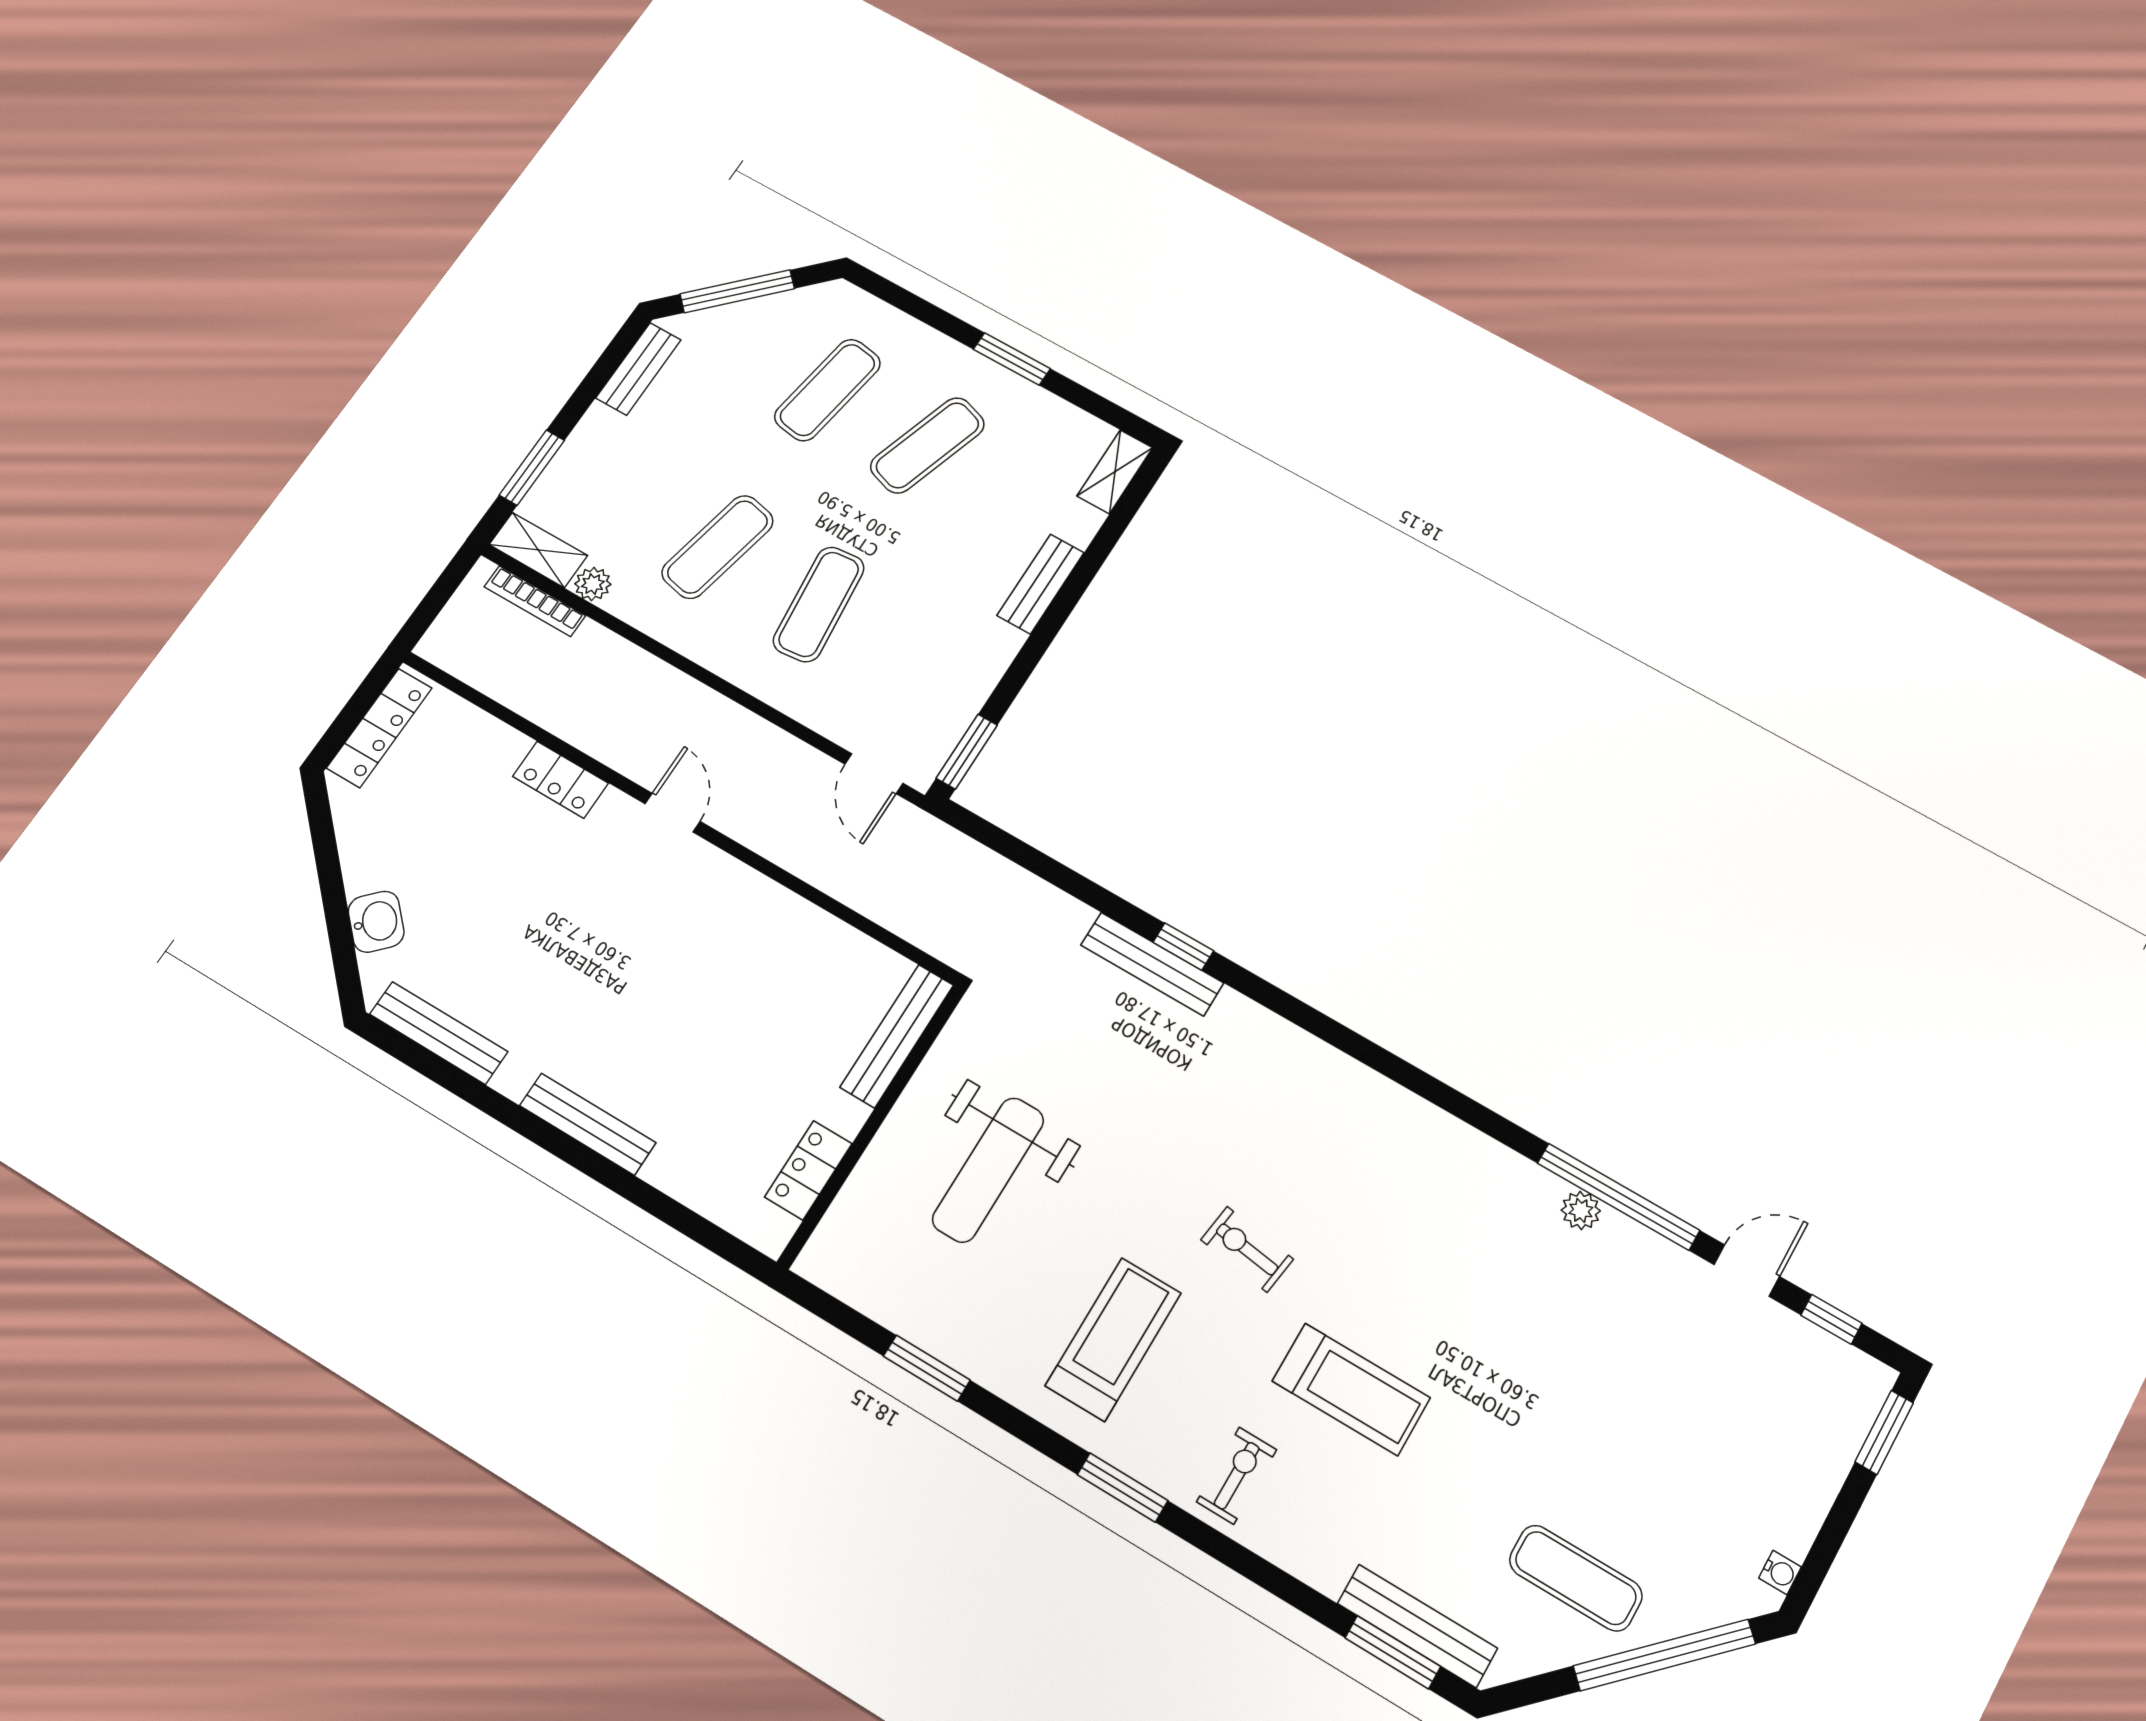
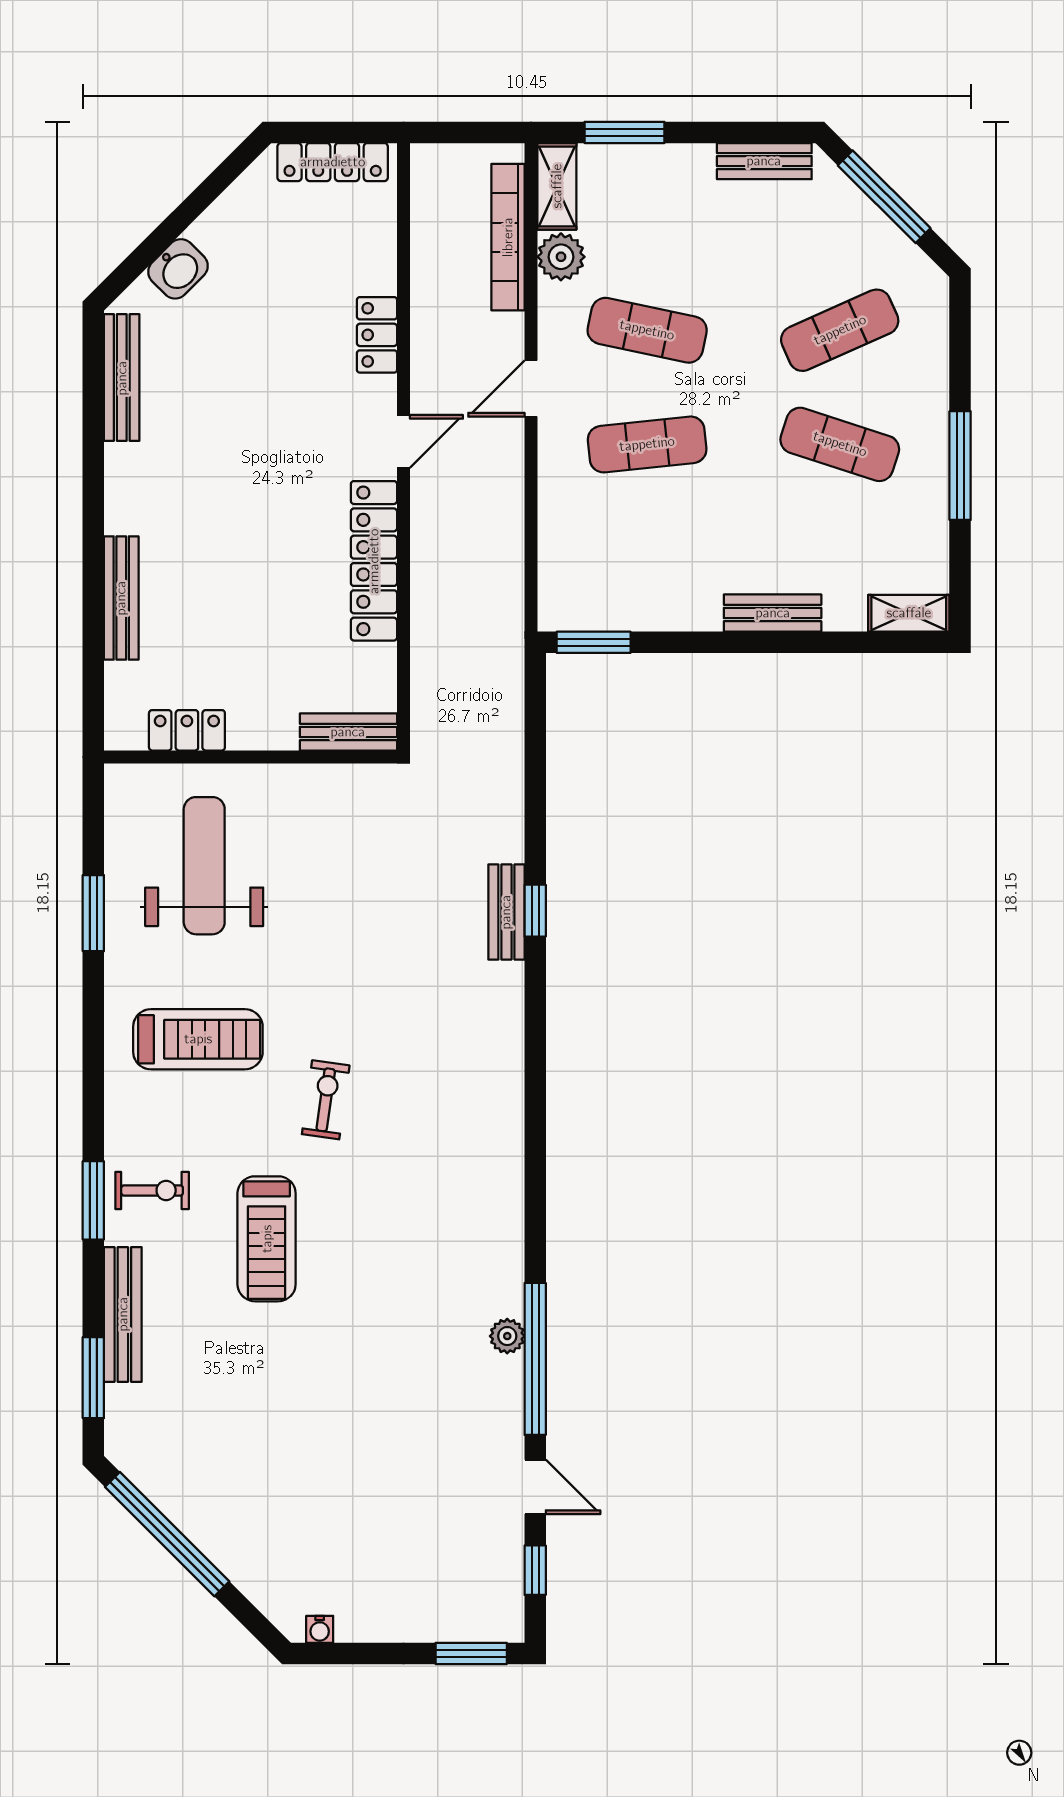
window: (1012, 359) -> (960, 466), width x1.44
exercise mat: (827, 390) -> (840, 330), turned -33
plant: (593, 584) -> (561, 257), width x1.38, depth x1.38
bookcase: (535, 601) -> (508, 237), width x1.48, depth x1.31
door: (874, 774) -> (531, 389), moved
locker: (764, 903) -> (374, 561), added
bench: (1152, 964) -> (506, 912), width x0.73
bench: (897, 1036) -> (348, 732), width x0.73
bench: (588, 1124) -> (121, 598), moved
weight bench: (988, 1170) -> (204, 866), moved, turned 90
window: (1123, 1488) -> (93, 1200), moved
exercise mat: (1576, 1578) -> (226, 1482), removed
bench: (1417, 1626) -> (123, 1314), moved
window: (1665, 1655) -> (167, 1534), moved

